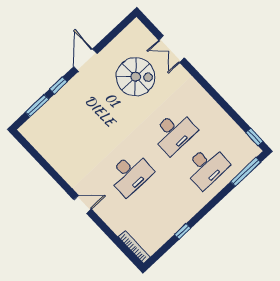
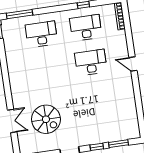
spiral stairs: (136, 77) -> (46, 119), turned 180
desk: (174, 132) -> (86, 28), moved

